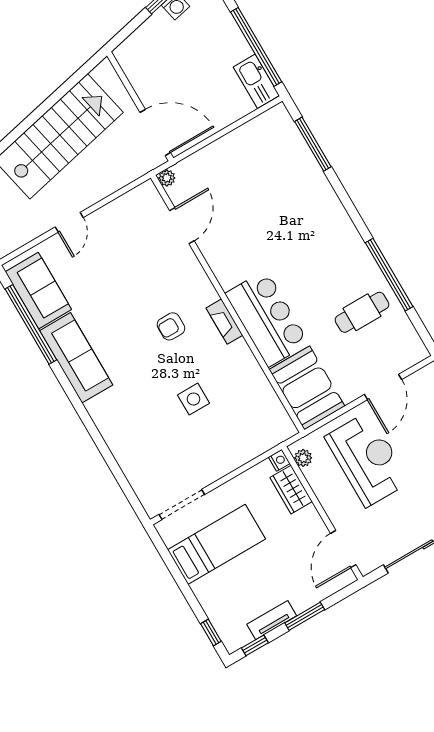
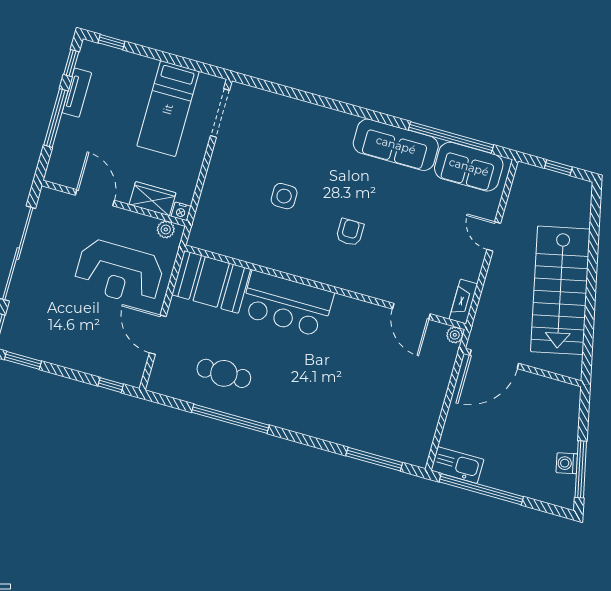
cafe table: (362, 312) -> (224, 373), turned 90
fireplace: (224, 322) -> (463, 302), moved, turned -90
door: (343, 549) -> (95, 198), moved
window: (305, 616) -> (56, 118), width x1.44

